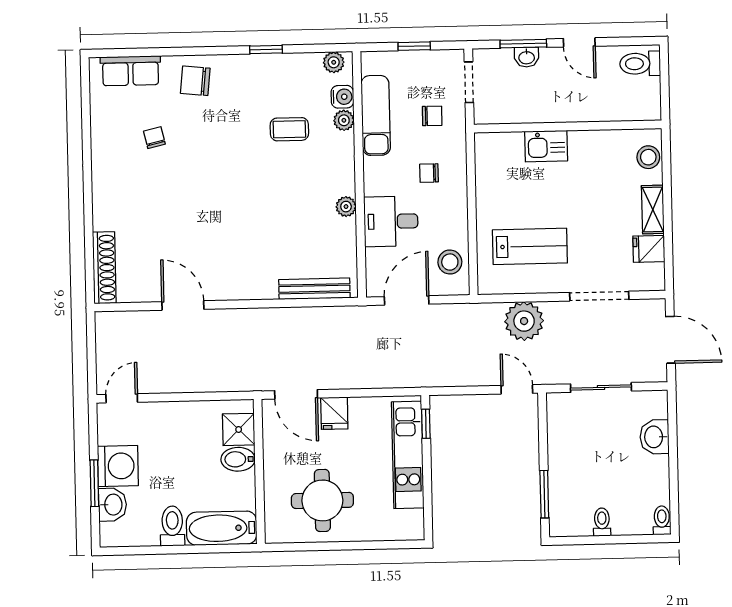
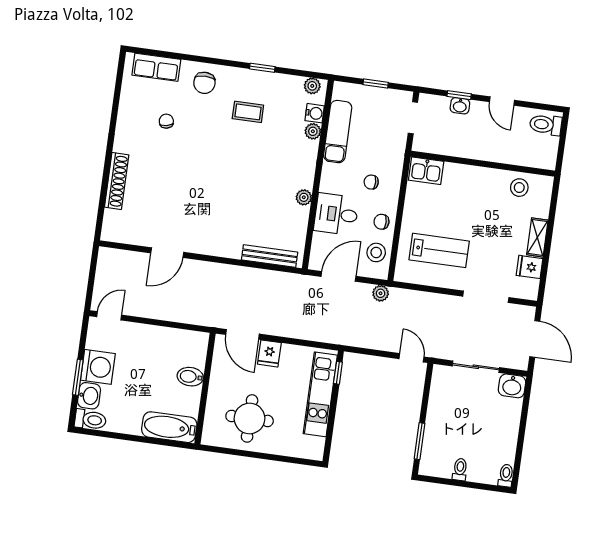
window: (523, 44) -> (459, 95), width x0.67
chair: (195, 81) -> (204, 83), turned -96
chair: (432, 116) -> (381, 222), moved, turned 180
coffee table: (289, 129) -> (248, 112), moved
kitchen sink: (546, 146) -> (426, 171), moved
stool: (648, 157) -> (519, 188), moved
shoe rack: (104, 268) -> (117, 181), moved
door: (183, 305) -> (167, 253), swing flipped
plant: (524, 321) -> (381, 293), moved, width x0.53, depth x0.53
shower: (239, 429) -> (194, 354), removed
washbasin: (654, 437) -> (512, 386), moved, turned -90
toilet: (172, 526) -> (90, 420), moved, turned 90

